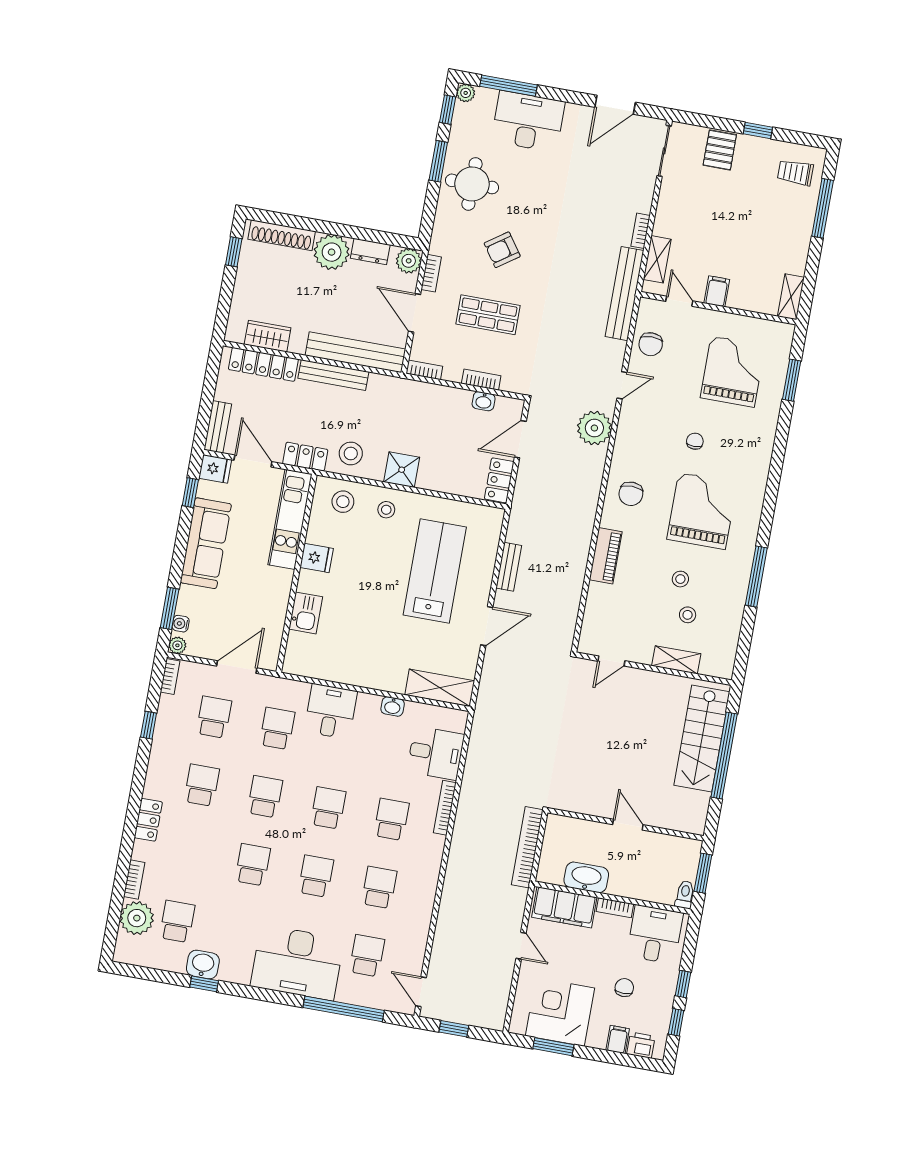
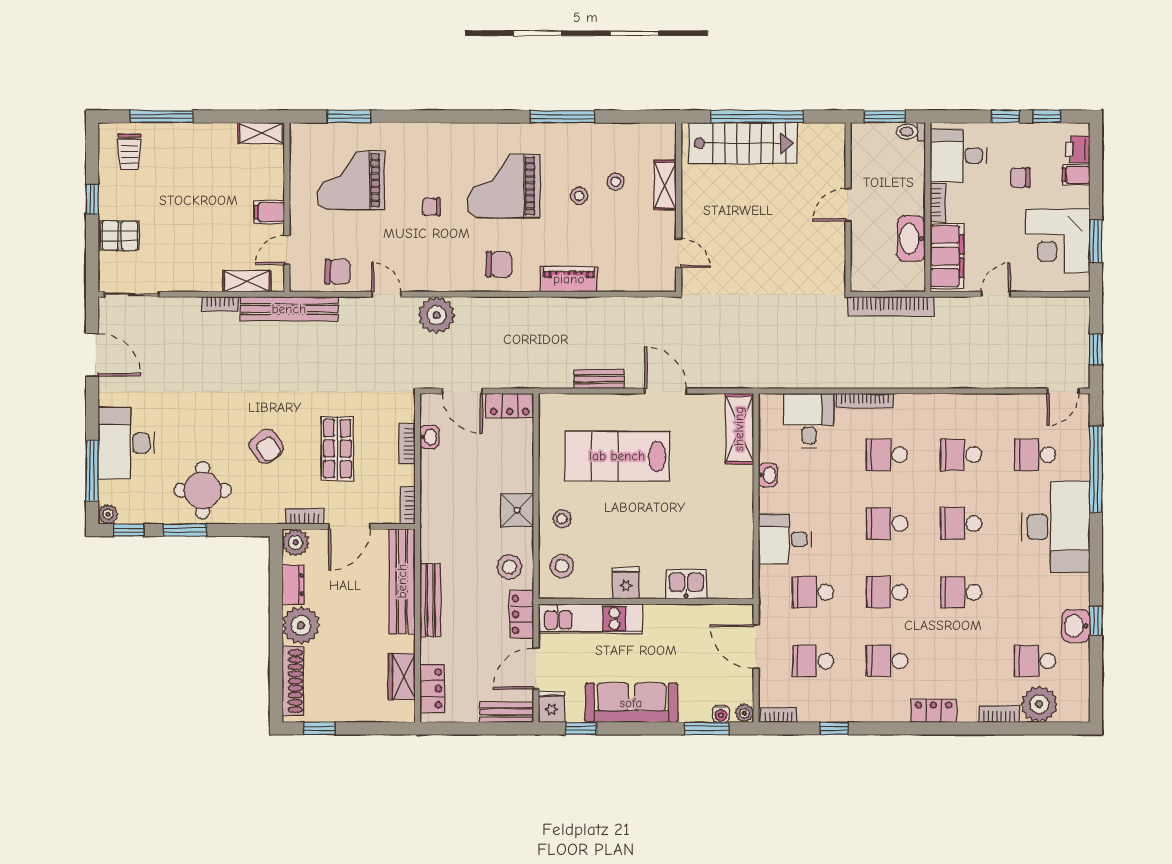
locker: (263, 364) -> (432, 689), width x0.66

